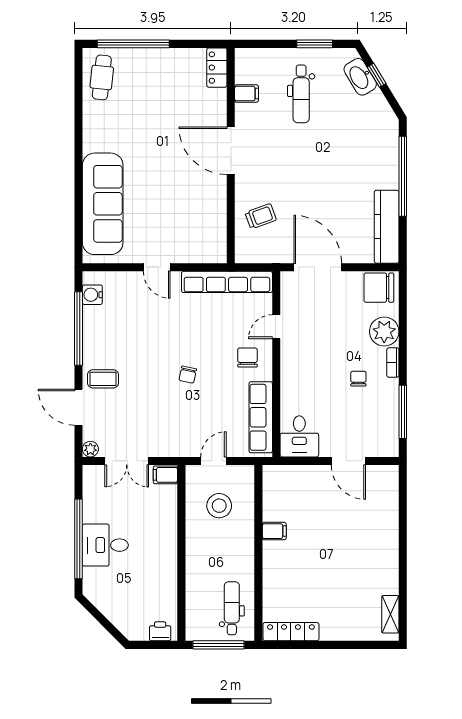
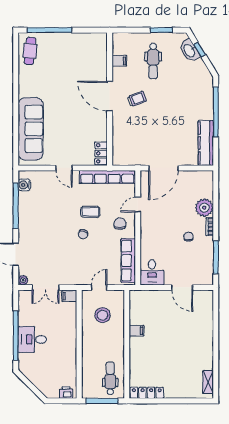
locker: (217, 68) -> (101, 153), moved
trolley: (261, 216) -> (137, 99), moved
door: (318, 267) -> (163, 168), swing flipped
chair: (379, 288) -> (201, 181), removed
coffee table: (103, 379) -> (90, 212), moved

